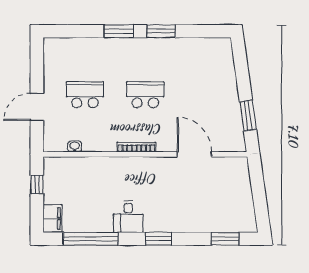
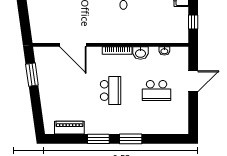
piano: (199, 46) -> (69, 128), added
school desk: (145, 95) -> (111, 90), turned -90
washbasin: (106, 144) -> (140, 53), added

